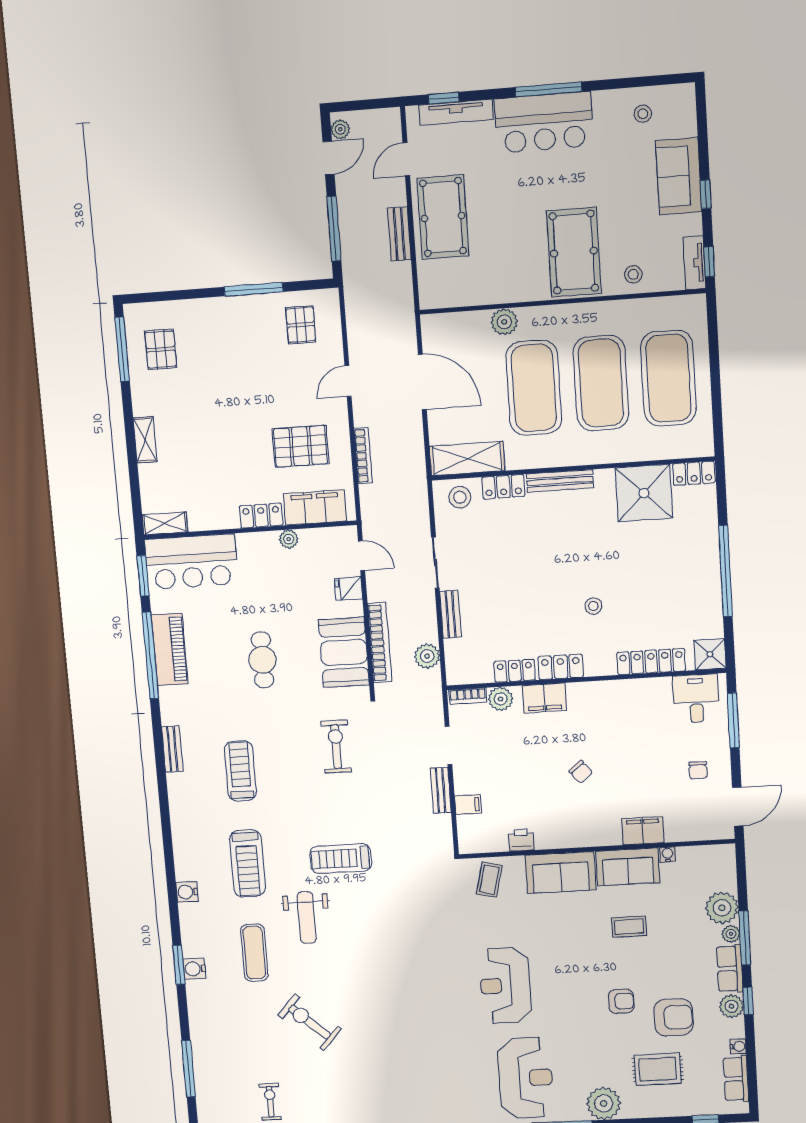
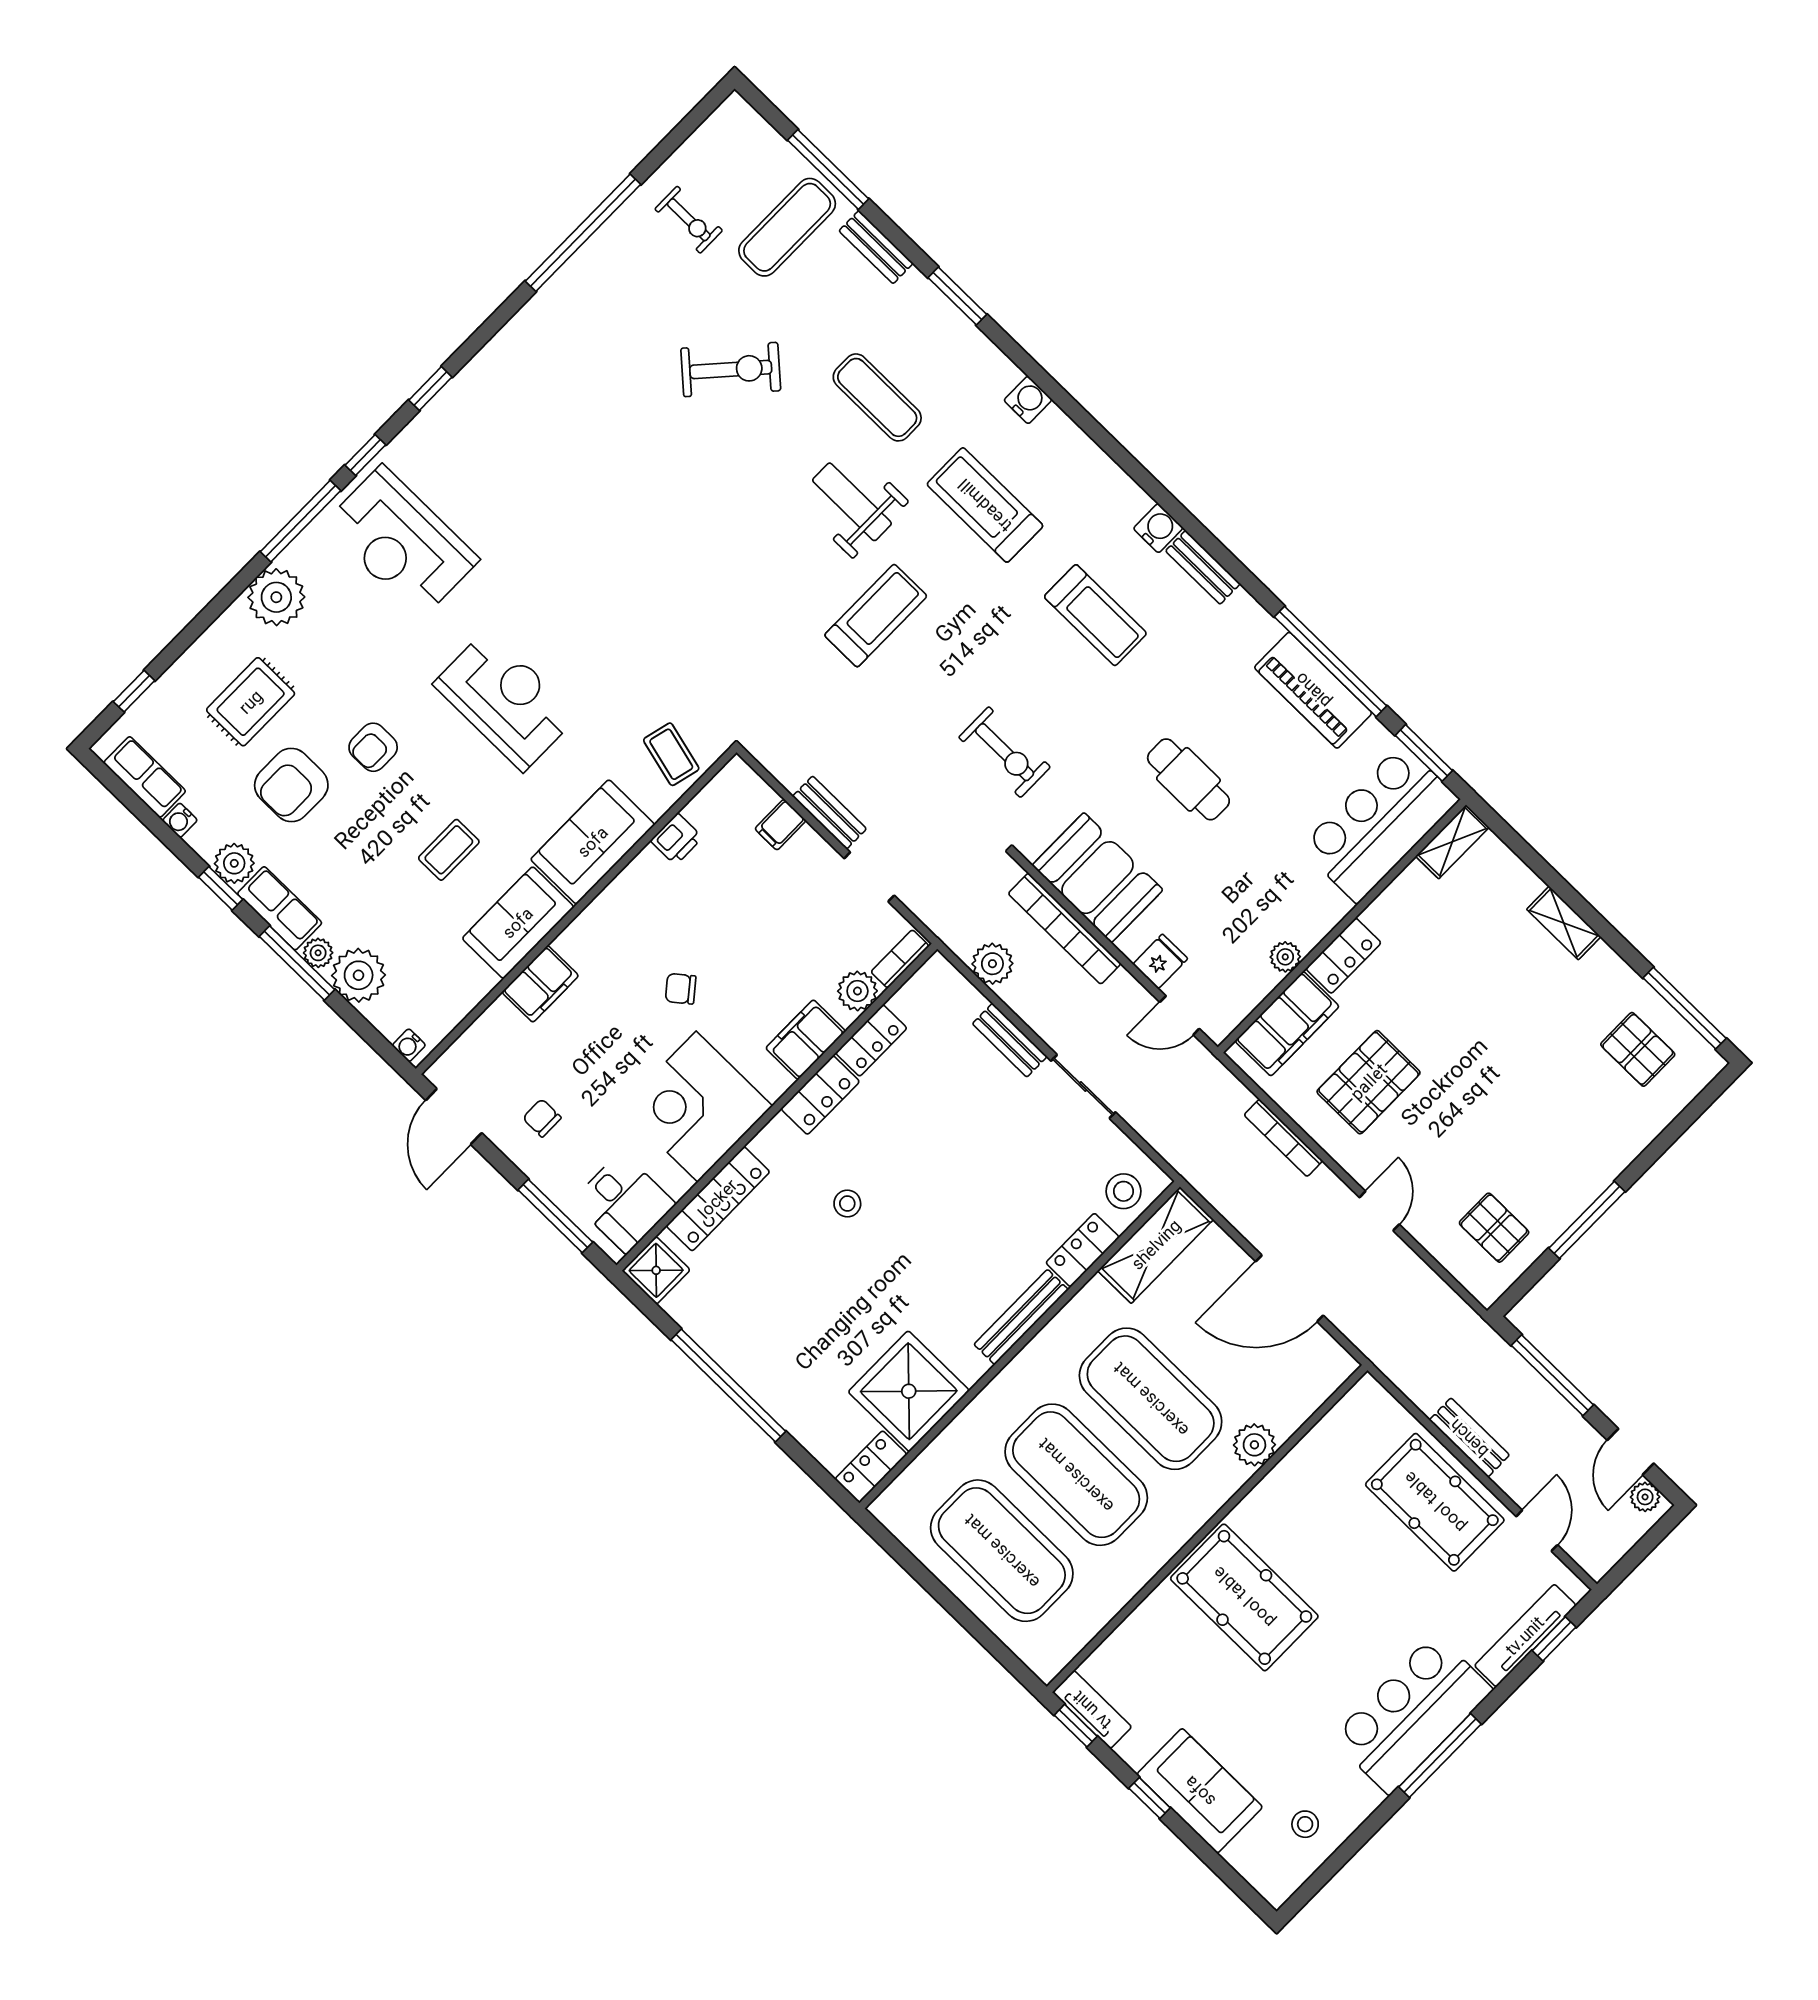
stool: (633, 274) -> (1151, 1633), removed
corner desk: (622, 712) -> (697, 1107), added
water cooler: (668, 854) -> (409, 1045), moved, turned 90
water cooler: (194, 969) -> (1158, 528), moved
reception desk: (505, 985) -> (505, 700), moved
bench: (197, 1017) -> (876, 247), added
exercise mat: (229, 1060) -> (787, 227), added

